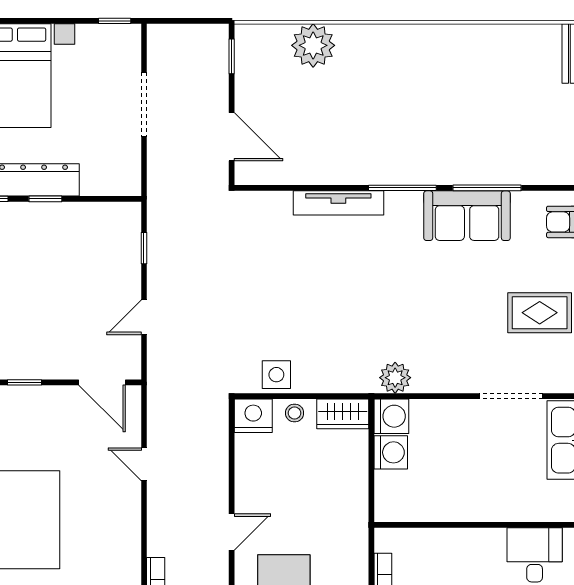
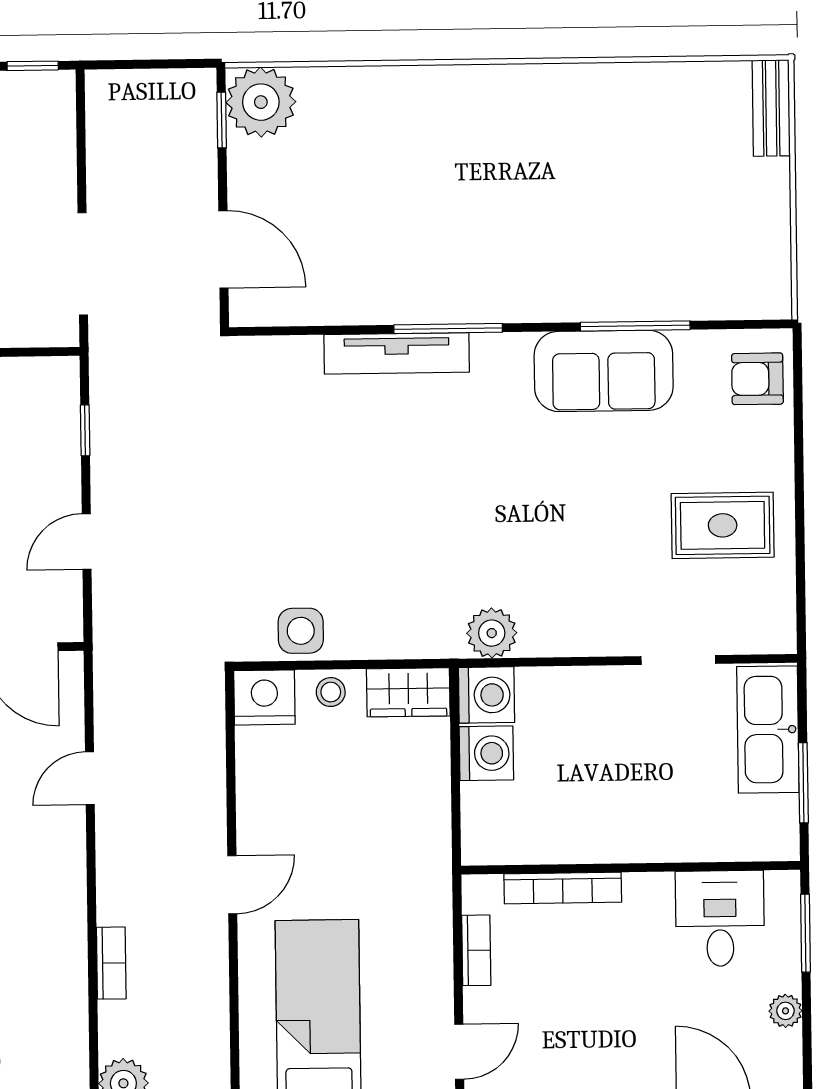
plant: (313, 45) -> (261, 102), moved
doorway: (144, 104) -> (83, 264), moved
window: (402, 188) -> (448, 329), moved
doorway: (511, 396) -> (678, 660), width x0.73
door: (144, 464) -> (90, 778), hinge flipped
bookcase: (437, 537) -> (563, 888), added

